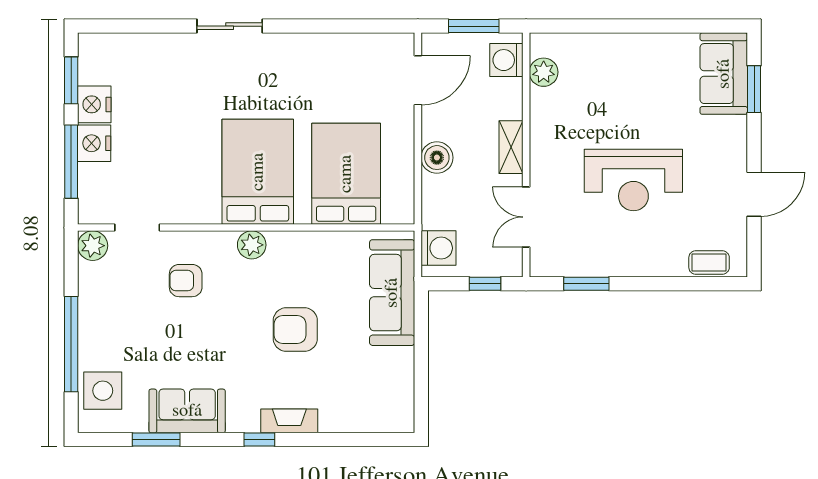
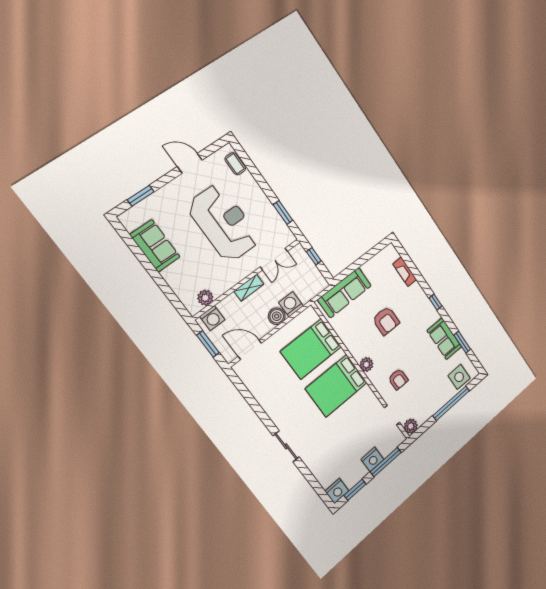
sofa: (724, 74) -> (155, 246), moved, turned -90
nightstand: (94, 104) -> (337, 491), moved
reception desk: (633, 180) -> (224, 223), width x1.36, depth x1.30
washing machine: (438, 248) -> (291, 304), moved
fireplace: (289, 421) -> (405, 272), moved

